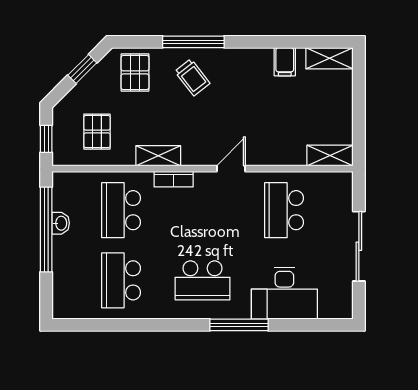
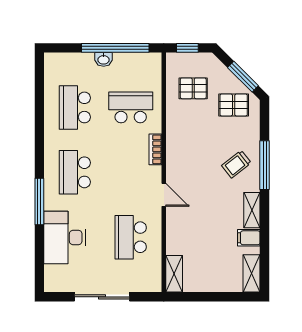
window: (82, 69) -> (243, 77), width x1.50
pallet: (135, 72) -> (234, 105), moved
shelving: (158, 156) -> (252, 210), moved
school desk: (284, 210) -> (131, 237), turned -90
washbasin: (61, 223) -> (104, 59), moved
school desk: (121, 280) -> (75, 107), turned -90

